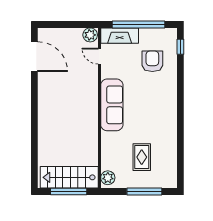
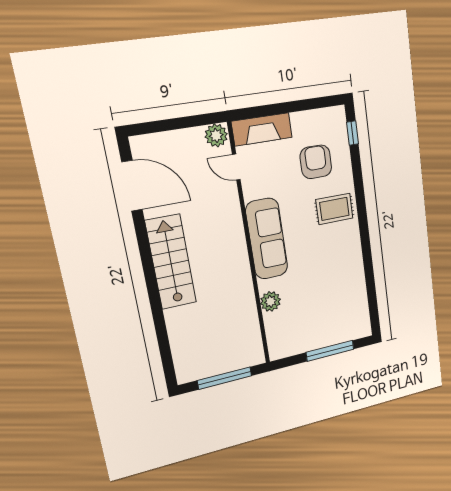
window: (138, 24) -> (288, 107), removed
rug: (142, 157) -> (334, 209), moved, turned 90
stairs: (69, 177) -> (171, 262), moved, turned 90
plant: (108, 178) -> (270, 301), moved

